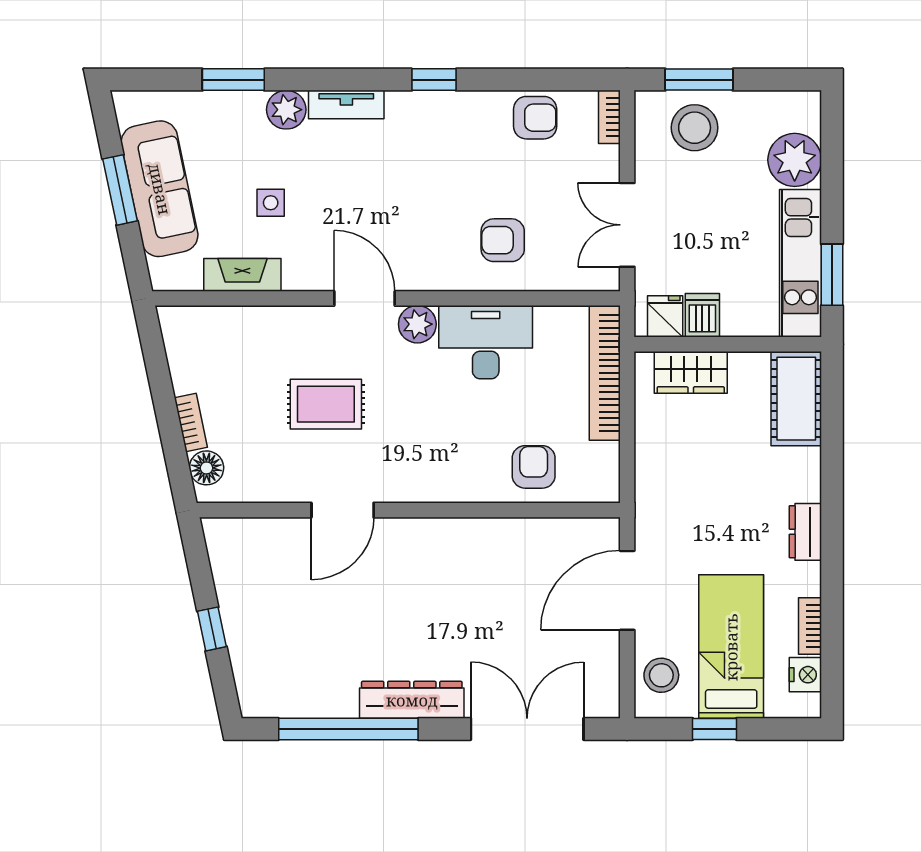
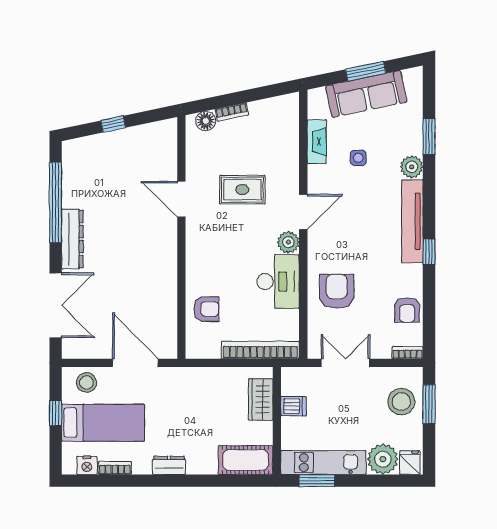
tv unit: (346, 105) -> (412, 221), width x1.92, depth x1.29
armchair: (503, 240) -> (337, 291), width x1.38, depth x1.38
fridge: (665, 316) -> (410, 463), moved, turned -90
rug: (326, 404) -> (242, 190), turned 90

